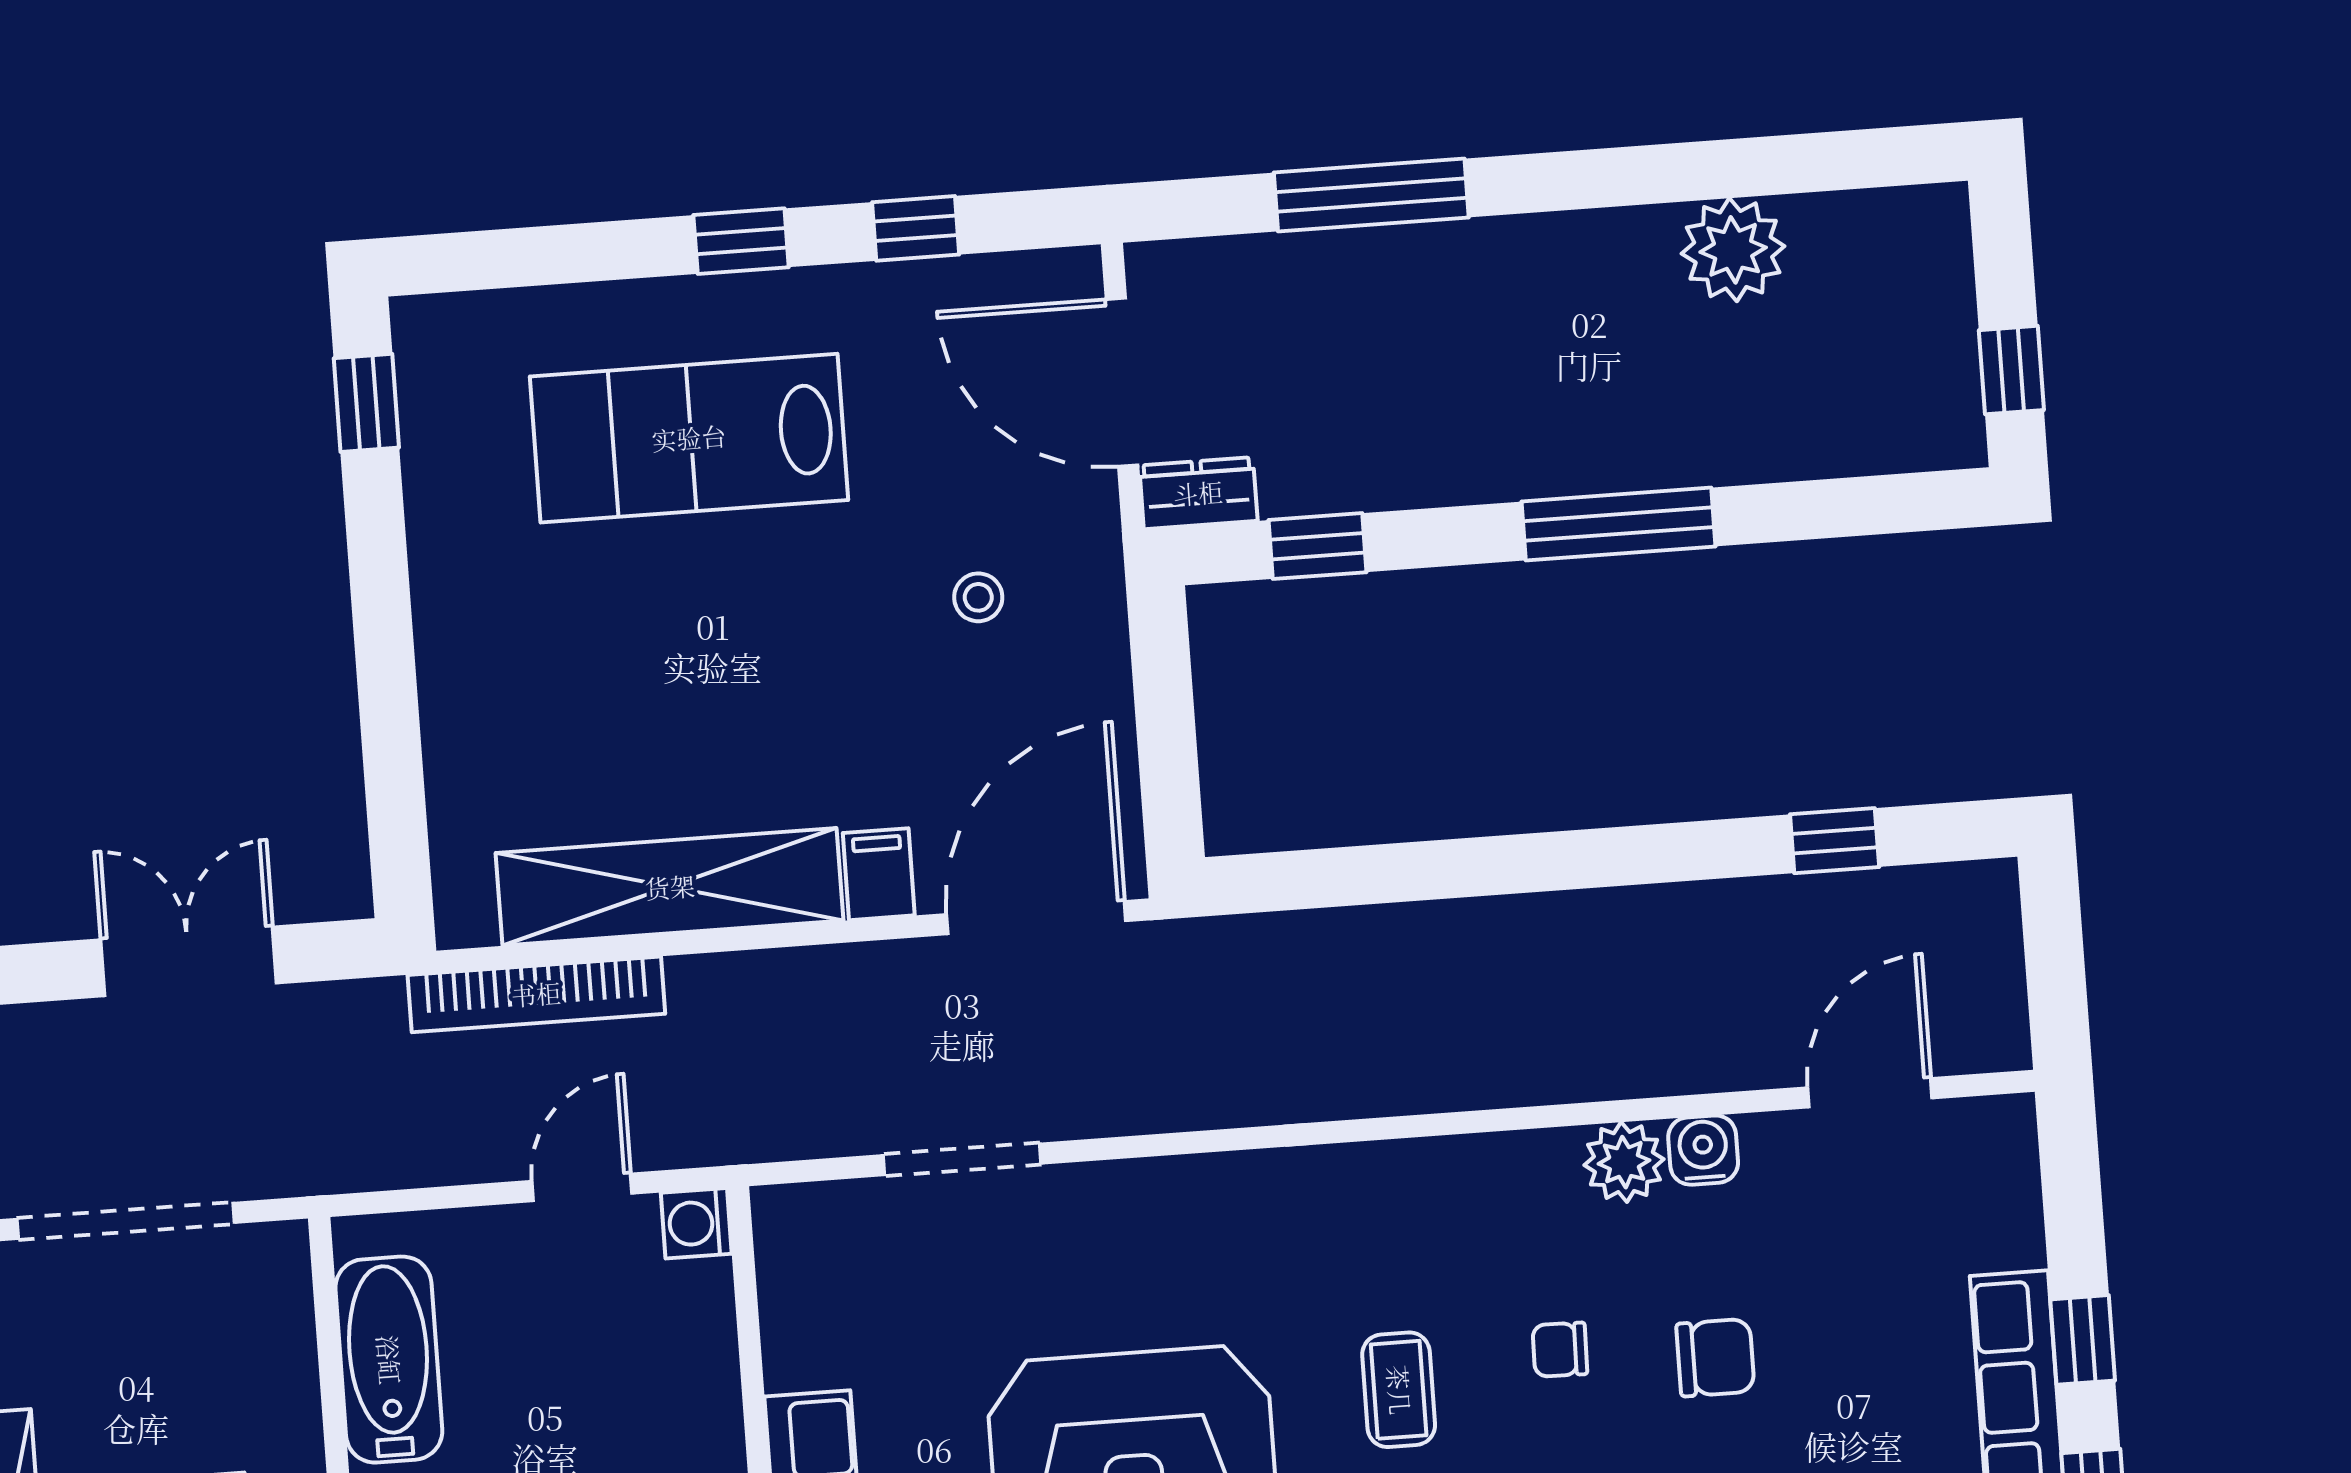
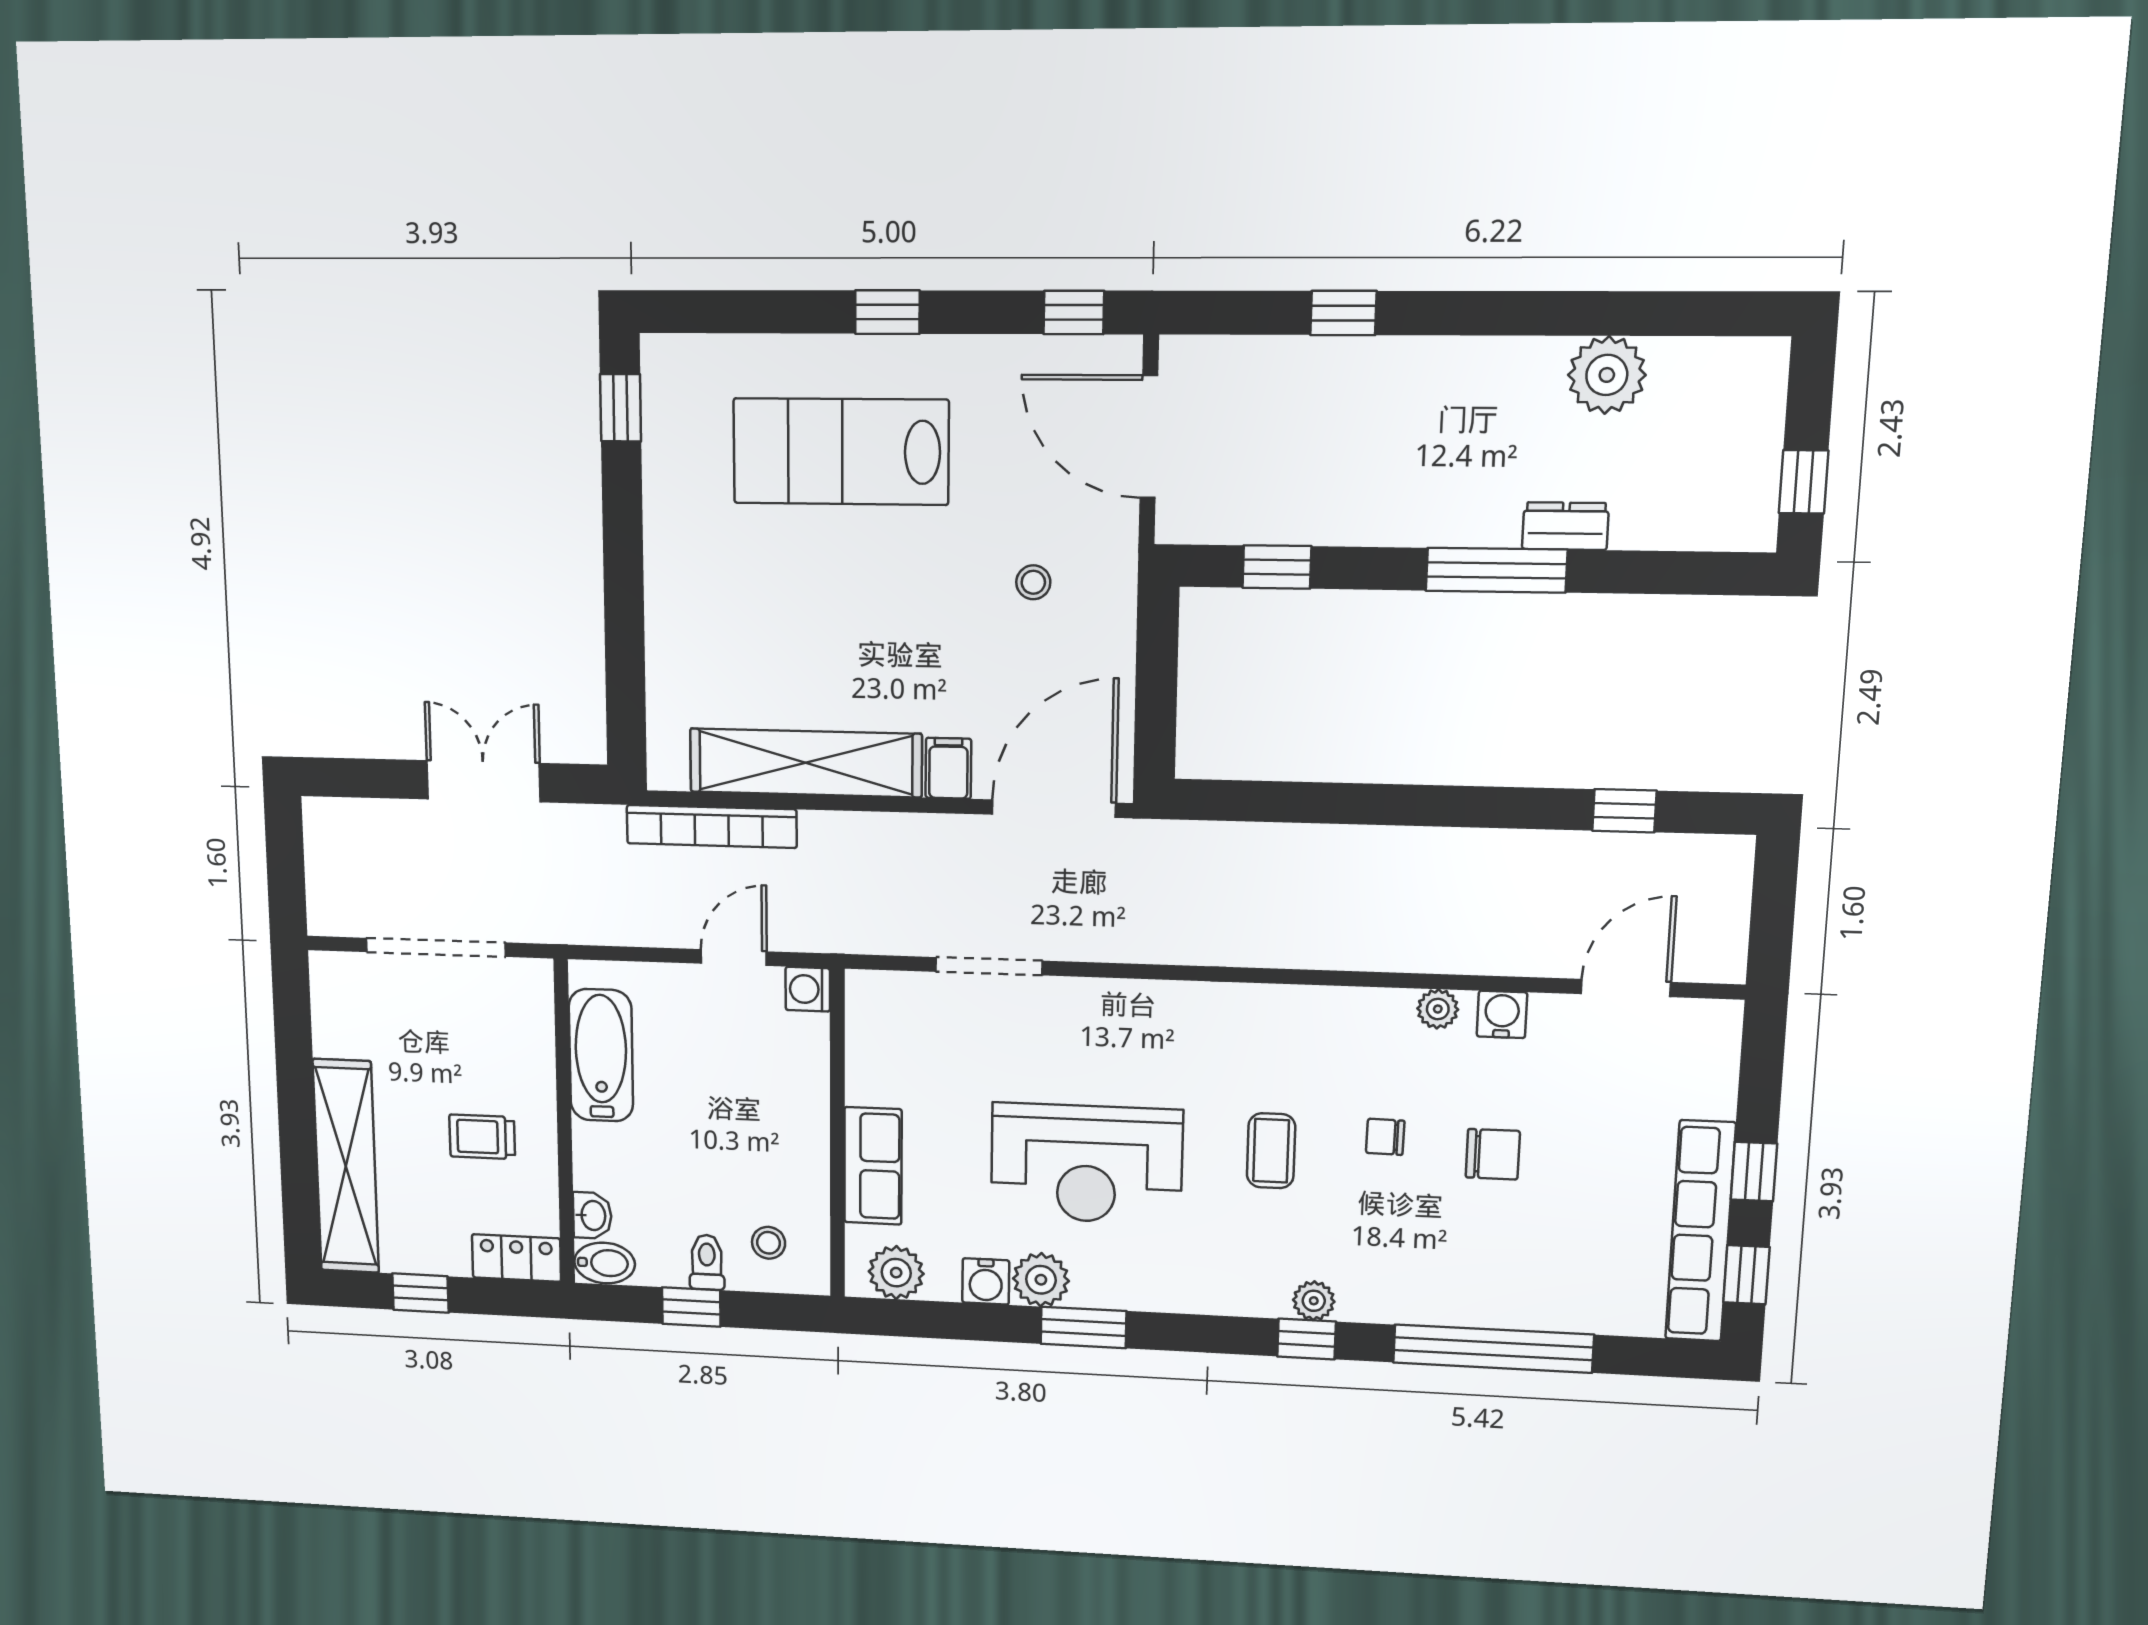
window: (1371, 195) -> (1343, 313), width x0.46
window: (916, 228) -> (1074, 312), moved
dresser: (1198, 493) -> (1565, 526), moved
plant: (1624, 1162) -> (1438, 1009), width x0.73, depth x0.73

